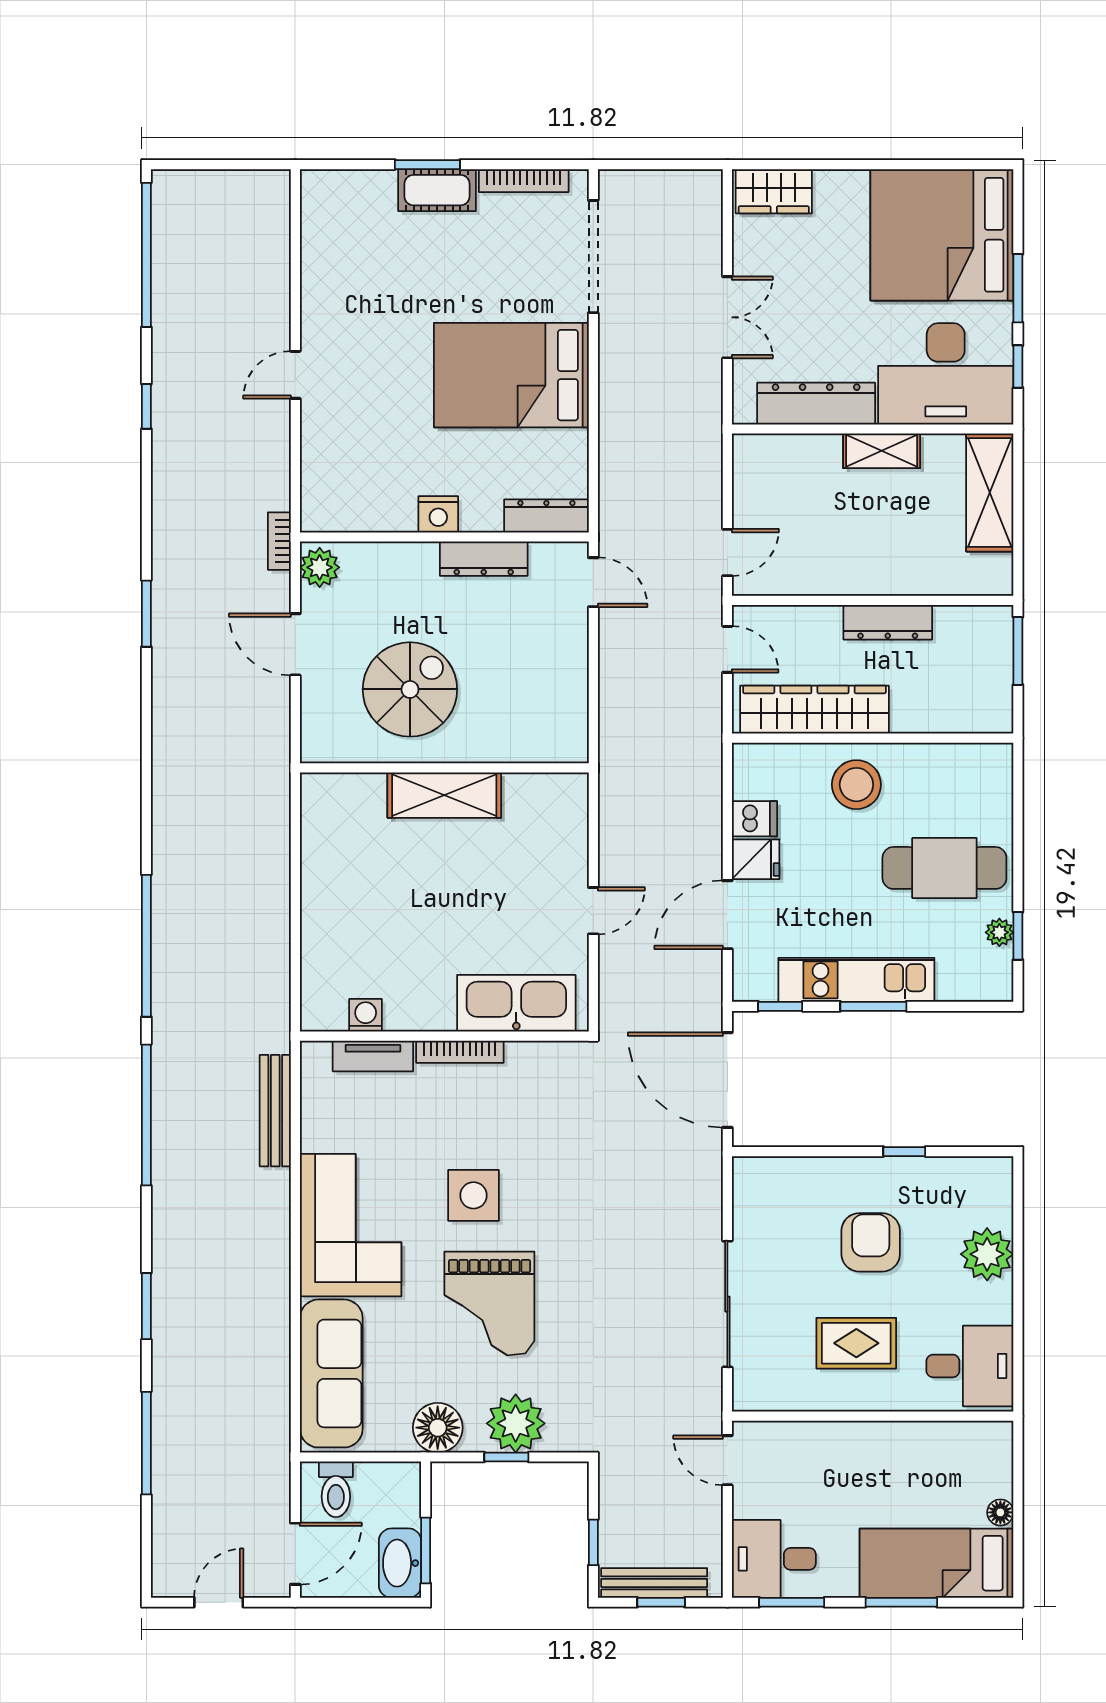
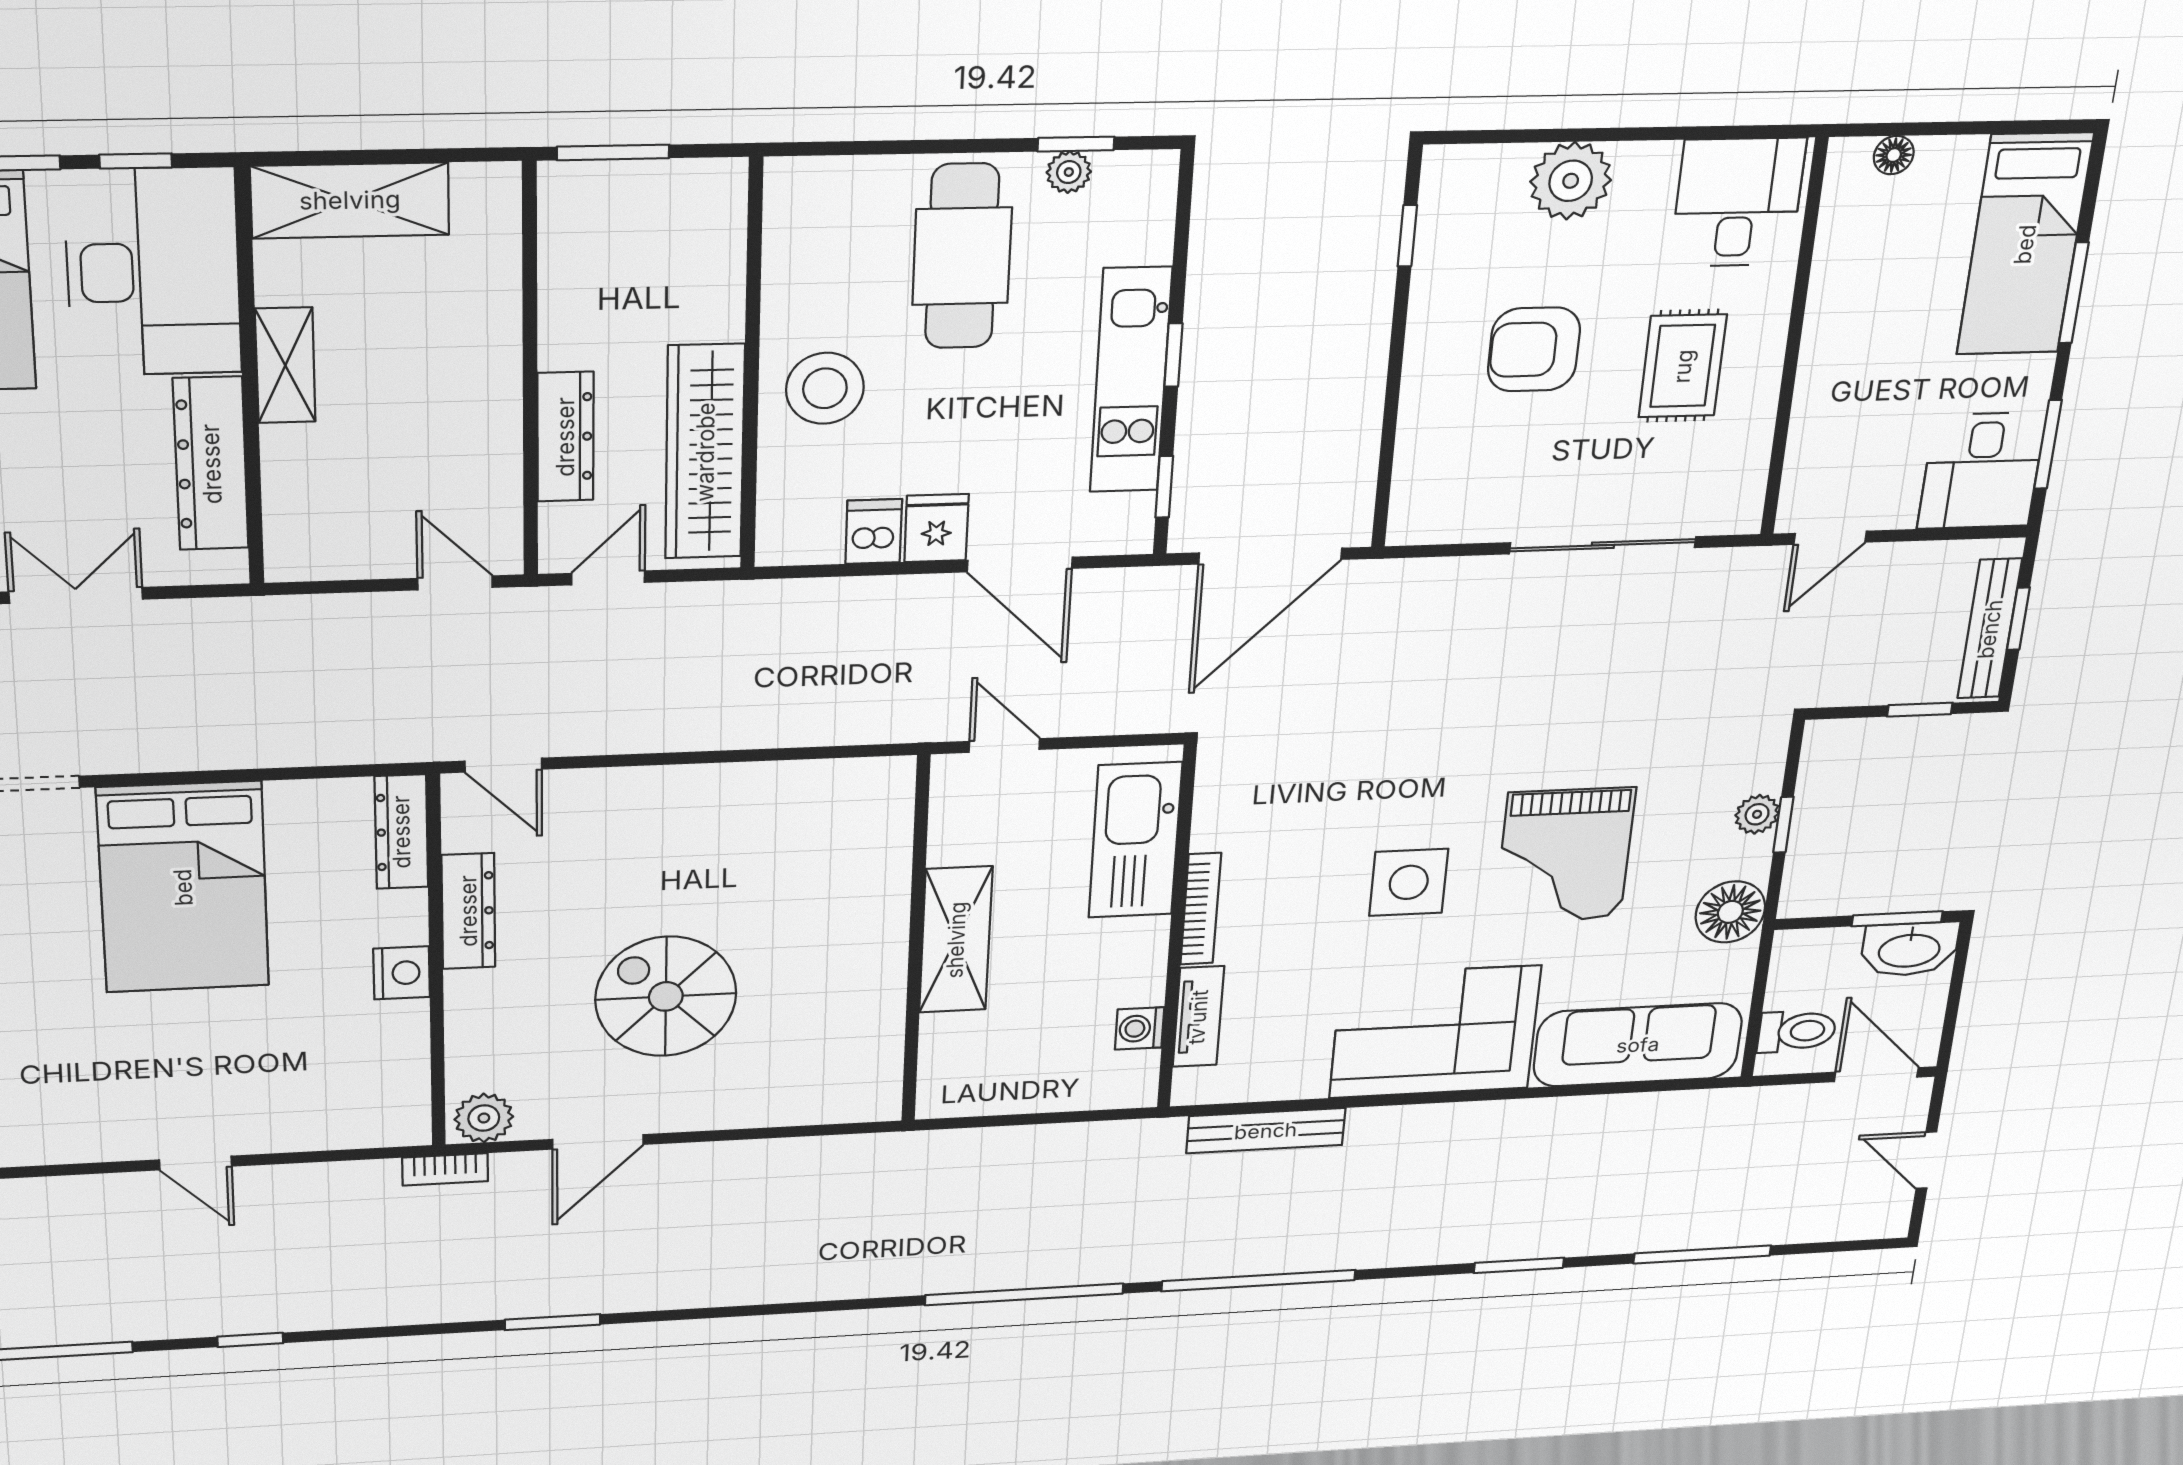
door: (593, 582) -> (503, 765), swing flipped
dresser: (888, 622) -> (565, 437), moved
wall: (444, 768) -> (916, 941), moved
shelving: (444, 795) -> (956, 940), moved
window: (873, 1006) -> (1173, 355), width x0.67
window: (904, 1152) -> (1407, 236), moved
grand piano: (489, 1304) -> (1565, 855), turned 90
plant: (516, 1423) -> (1757, 814), width x0.53, depth x0.53
floor lamp: (1000, 1512) -> (1894, 155), moved

